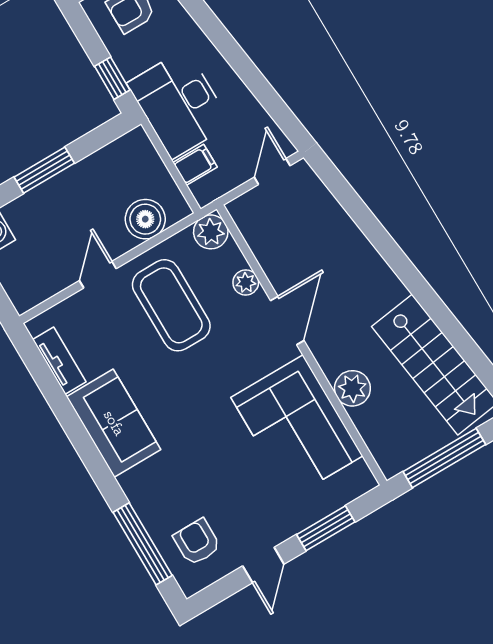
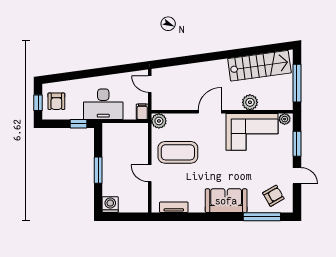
filing cabinet: (195, 165) -> (142, 112), moved
boiler: (145, 219) -> (139, 143), removed
plant: (246, 283) -> (285, 119), moved
door: (287, 321) -> (210, 112), hinge flipped
sofa: (114, 423) -> (226, 201), moved
armchair: (197, 542) -> (273, 196), turned 150

